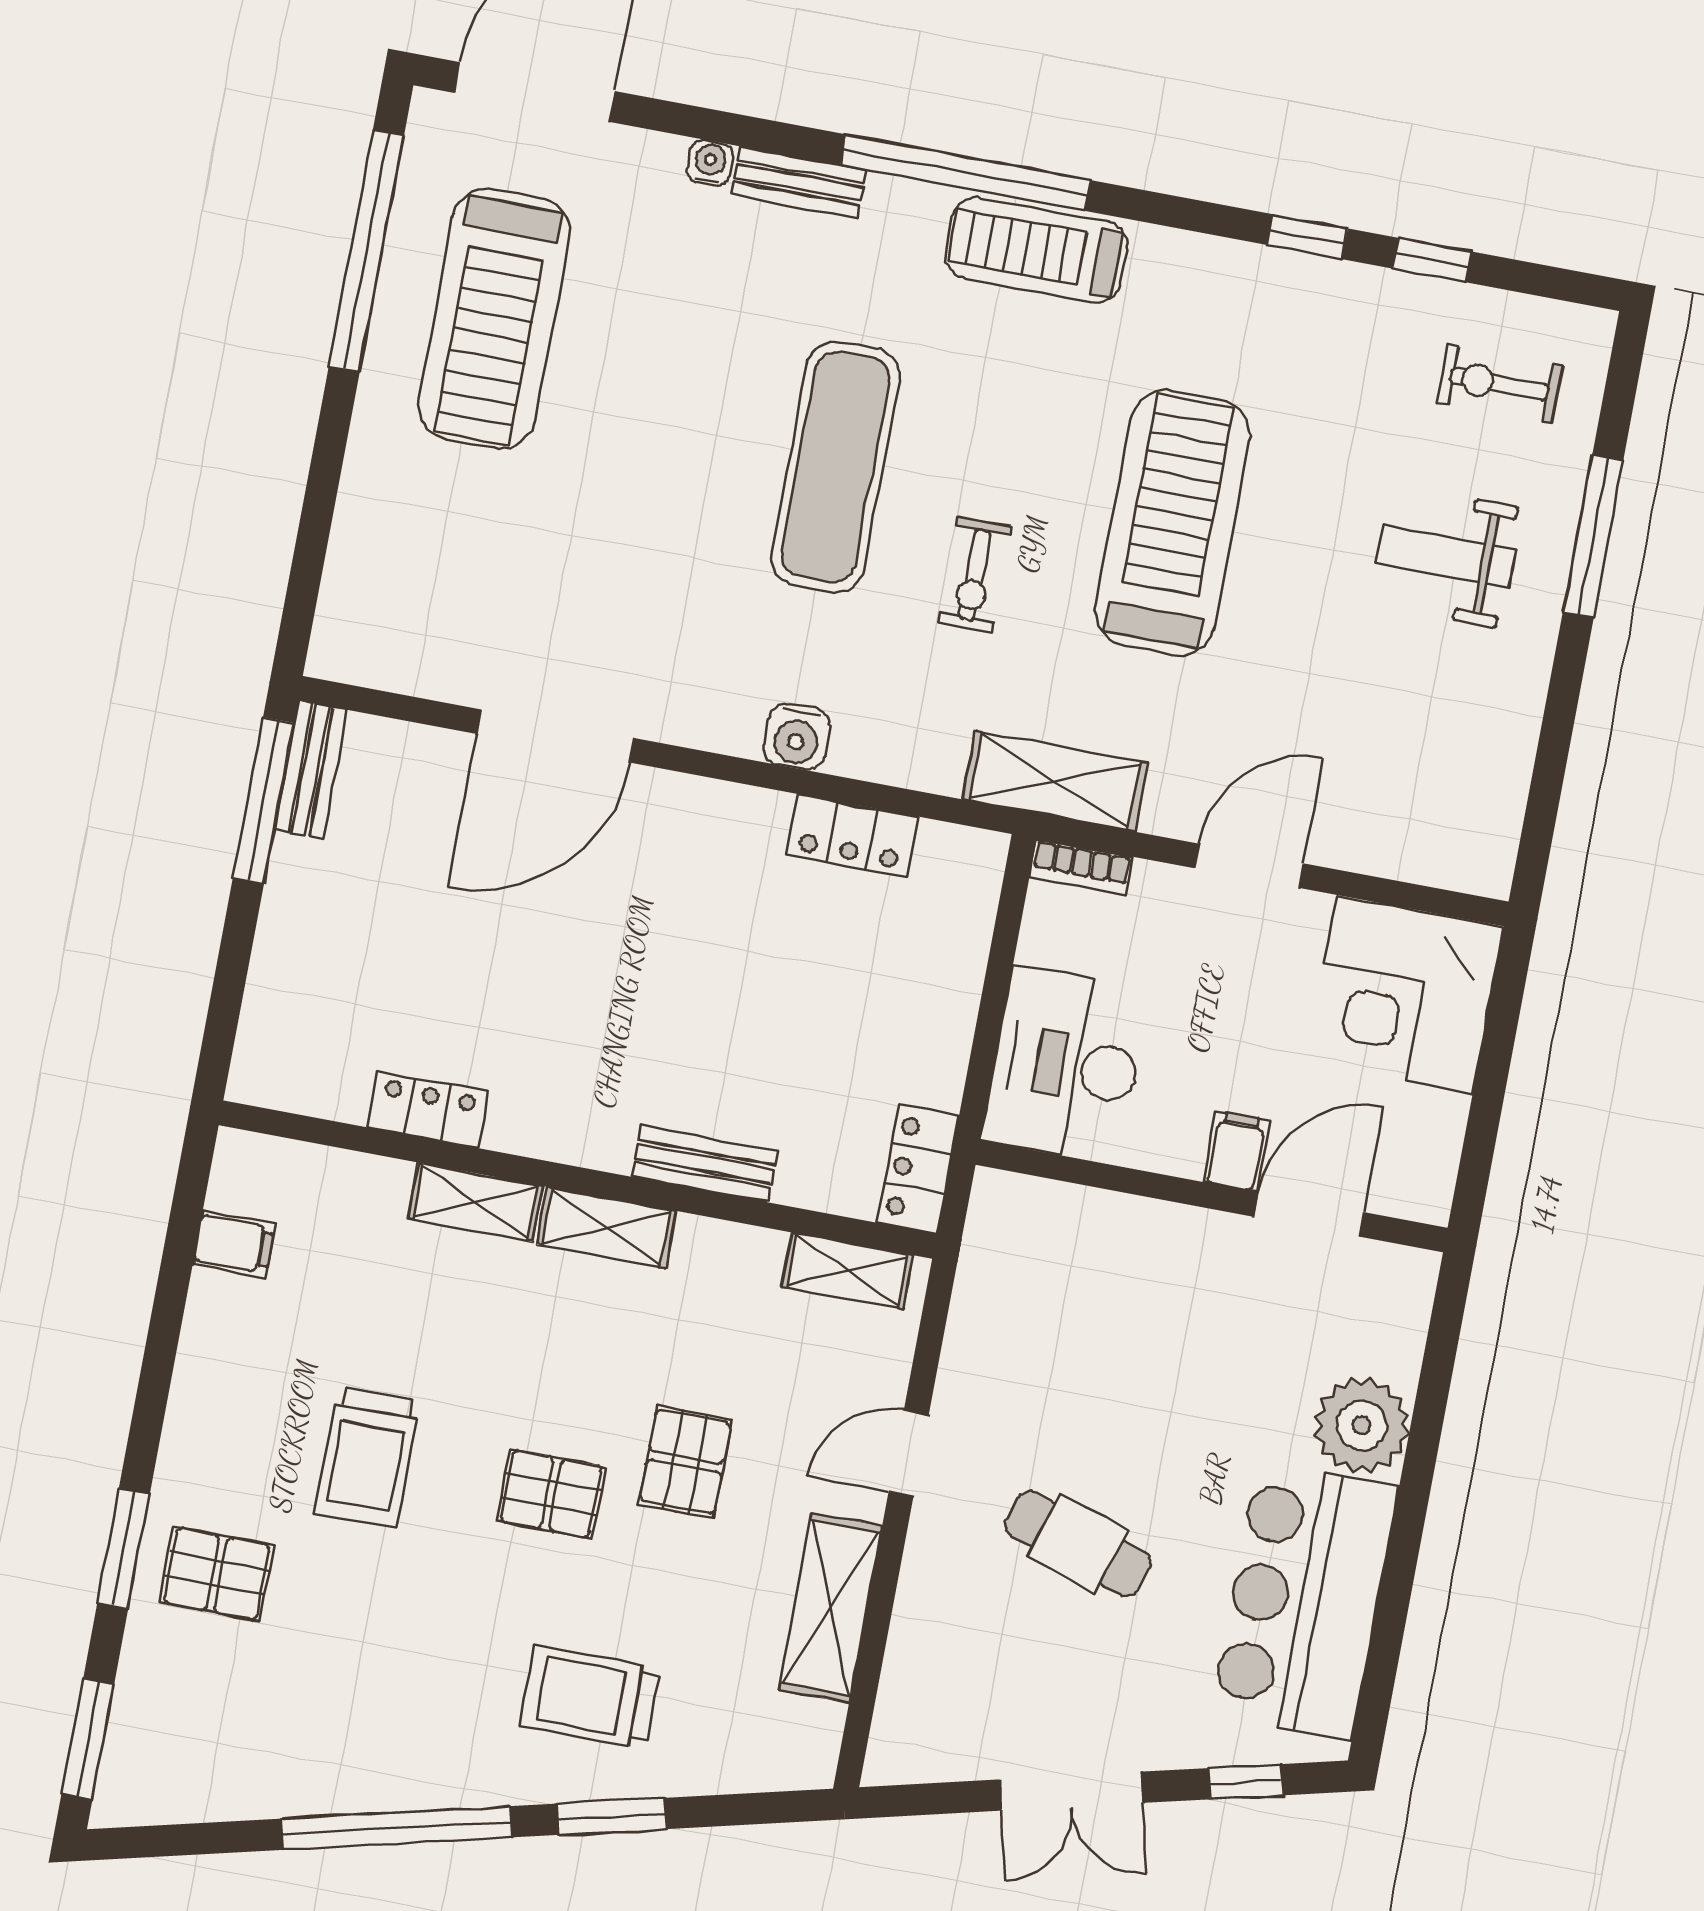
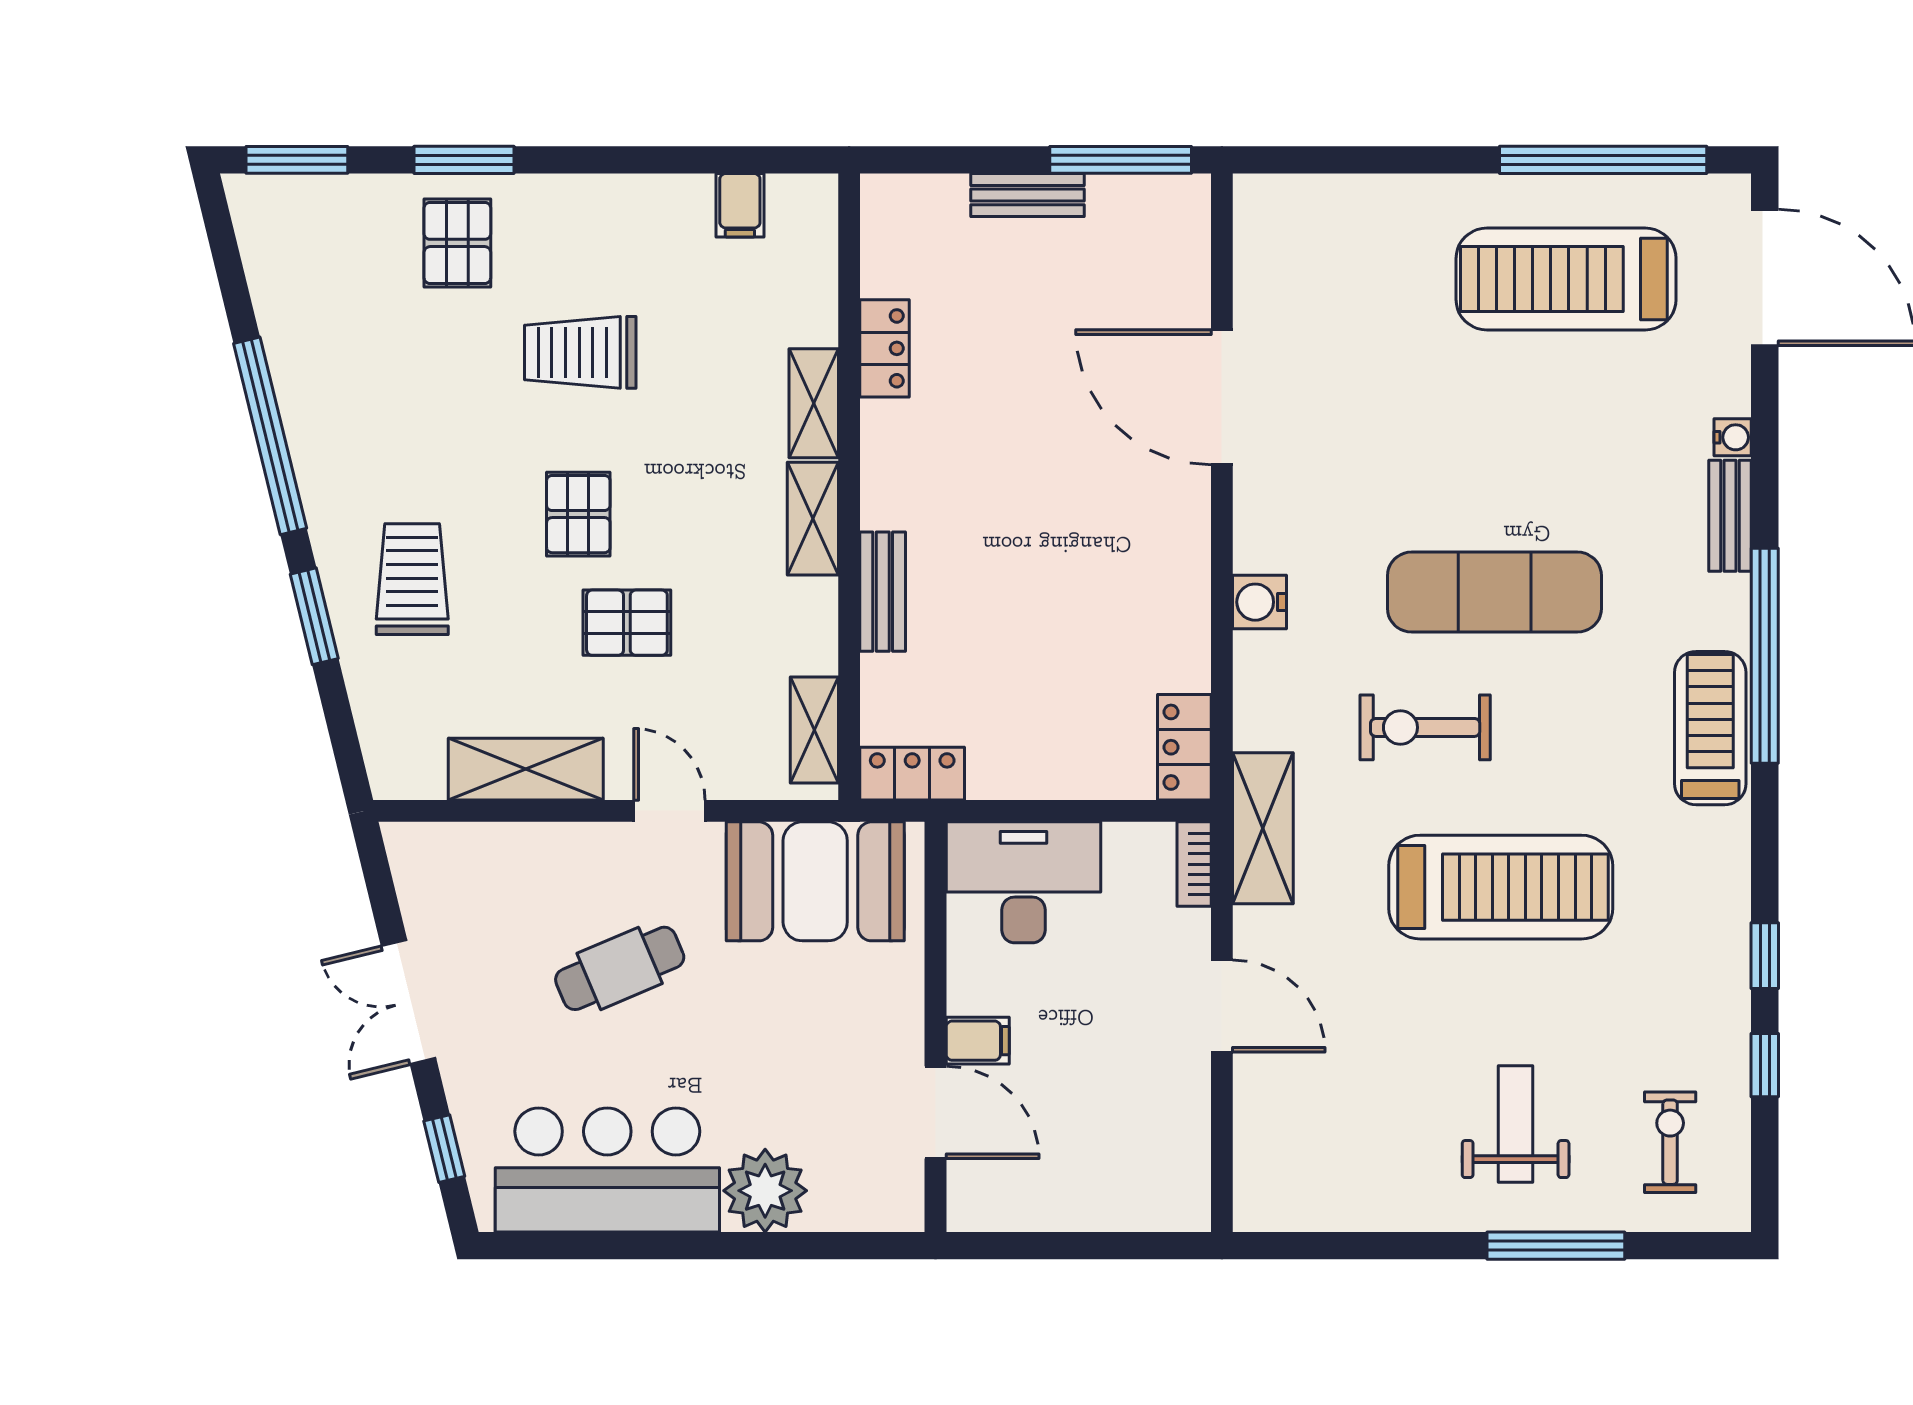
exercise bike: (975, 575) -> (1425, 727), width x1.38, depth x1.39
bench: (311, 770) -> (1027, 195), moved
locker: (852, 836) -> (1184, 747), moved
corner desk: (1405, 995) -> (1137, 1159), removed
booth: (1020, 1302) -> (815, 881), added
cafe table: (1078, 1544) -> (620, 968), turned 49

